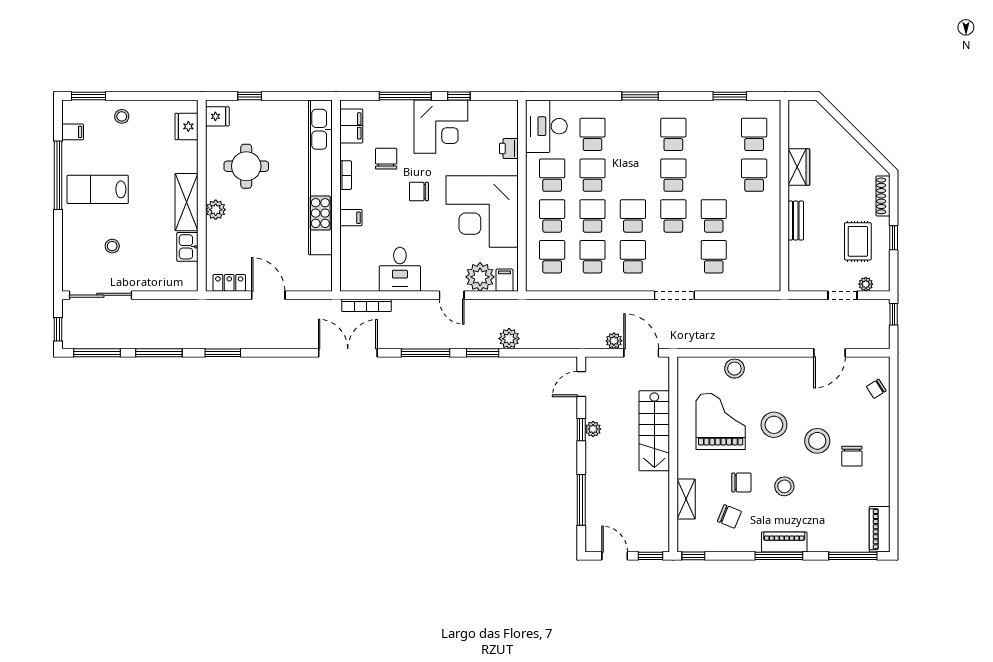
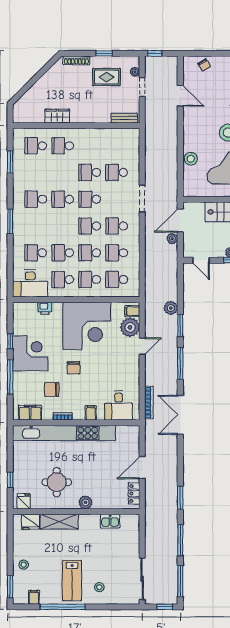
shelving: (187, 202) -> (59, 522), moved
bench: (796, 220) -> (124, 118), moved
stool: (112, 246) -> (99, 587), moved
desk: (400, 269) -> (119, 406), moved, turned 90

